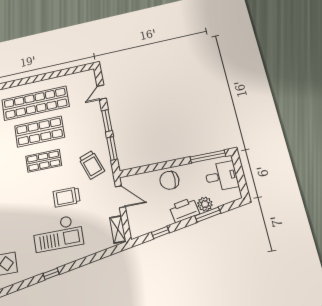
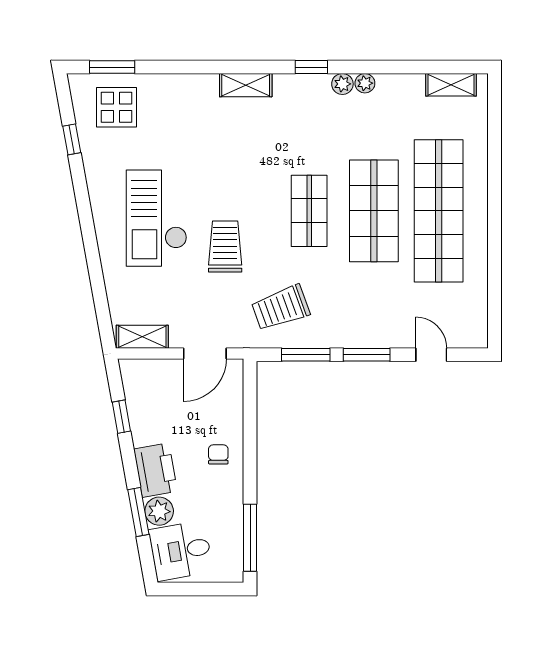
desk: (221, 176) -> (181, 551), moved, turned 80
chair: (169, 180) -> (218, 454), width x0.54, depth x0.54
window: (51, 274) -> (72, 139), moved

